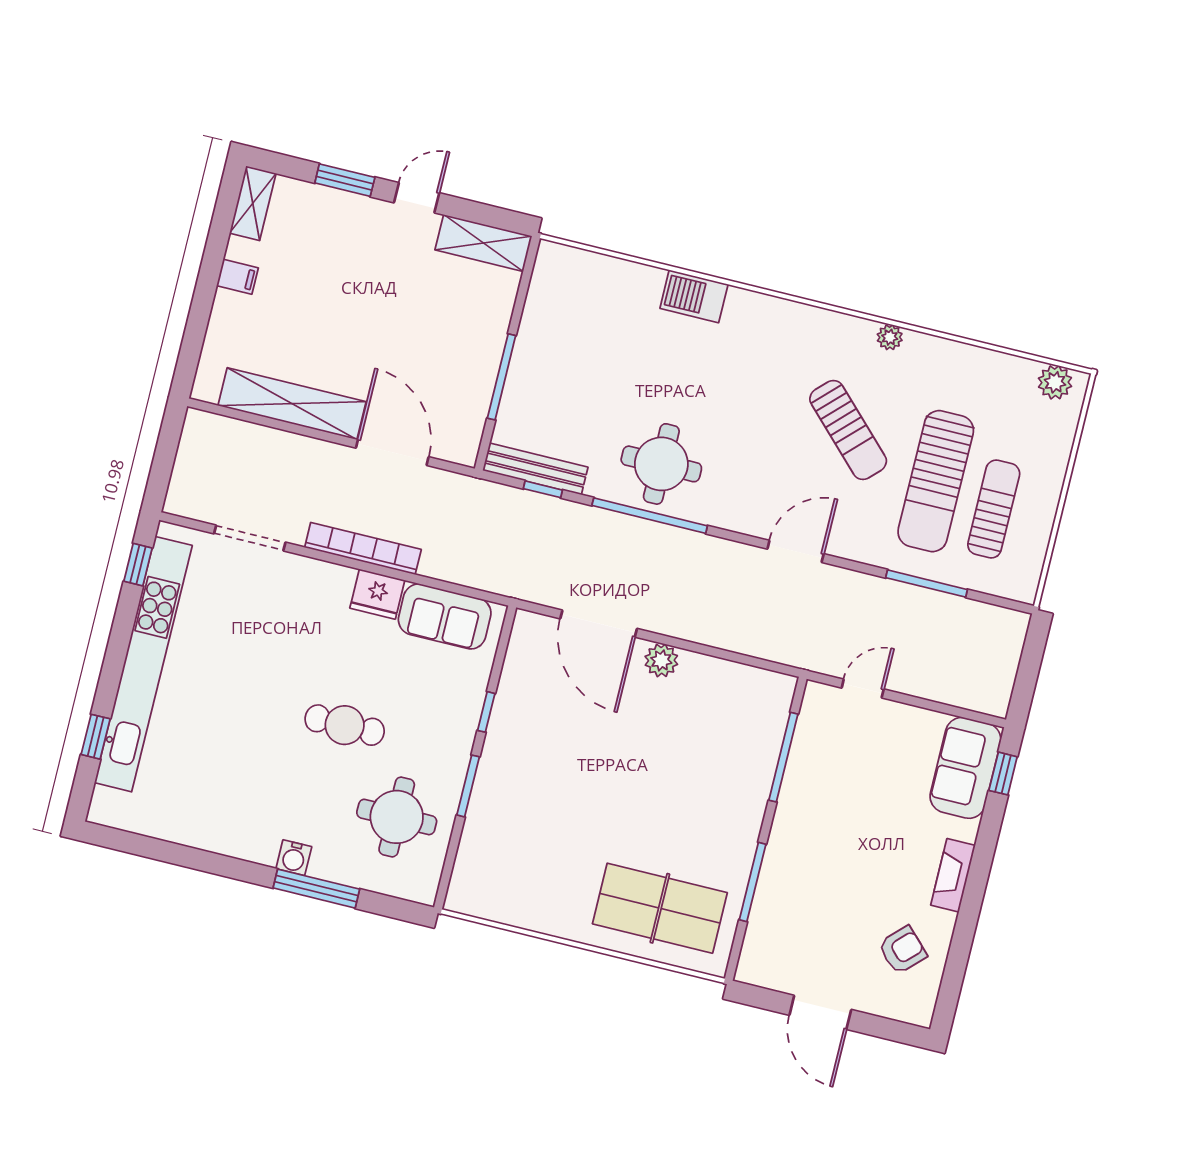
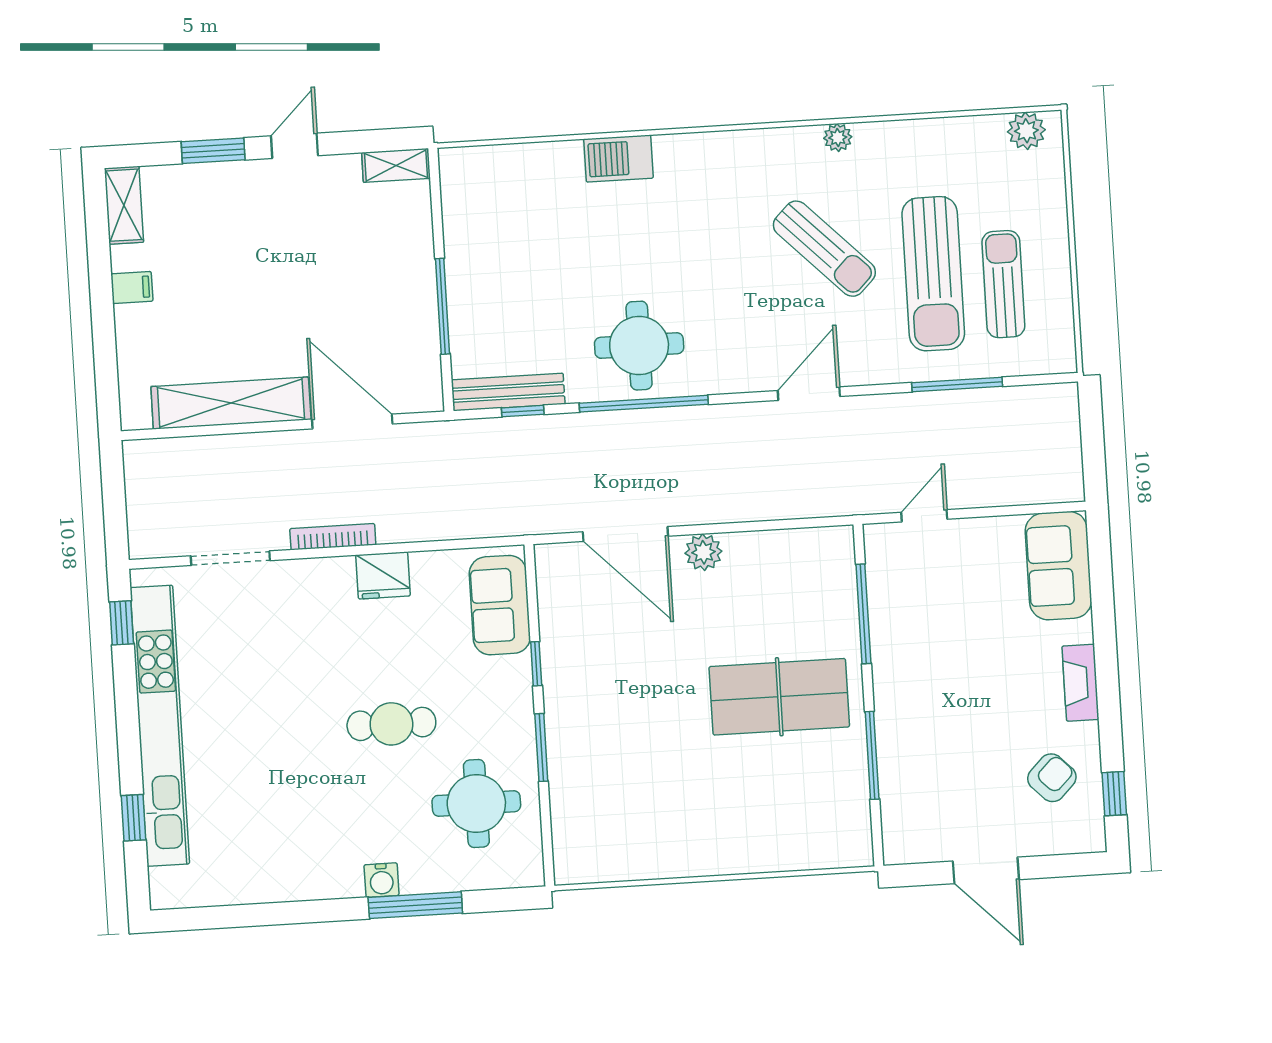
shelving: (483, 243) -> (396, 165), width x0.67, depth x0.75
bookcase: (363, 548) -> (333, 537), width x0.68, depth x0.76
sofa: (445, 616) -> (500, 605), moved, turned 90
window: (1003, 774) -> (1114, 794), moved
table tennis table: (660, 908) -> (779, 697), moved

